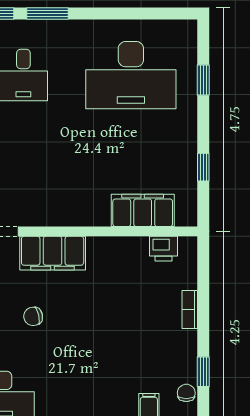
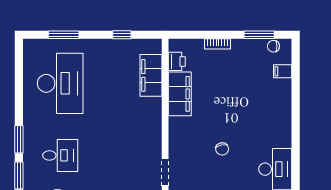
window: (203, 80) -> (64, 35), width x1.50
filing cabinet: (53, 253) -> (180, 94), moved
window: (203, 372) -> (259, 35), width x1.50

